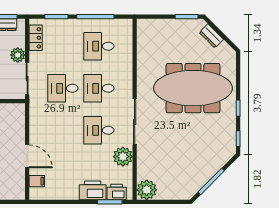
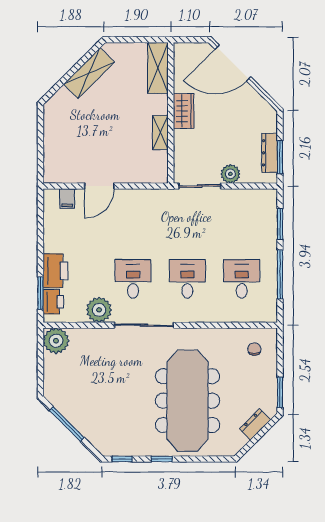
chair: (153, 36) -> (254, 349), added
locker: (36, 38) -> (253, 197), removed
desk: (63, 88) -> (187, 232), removed

